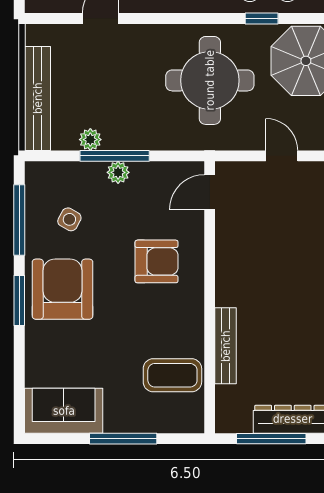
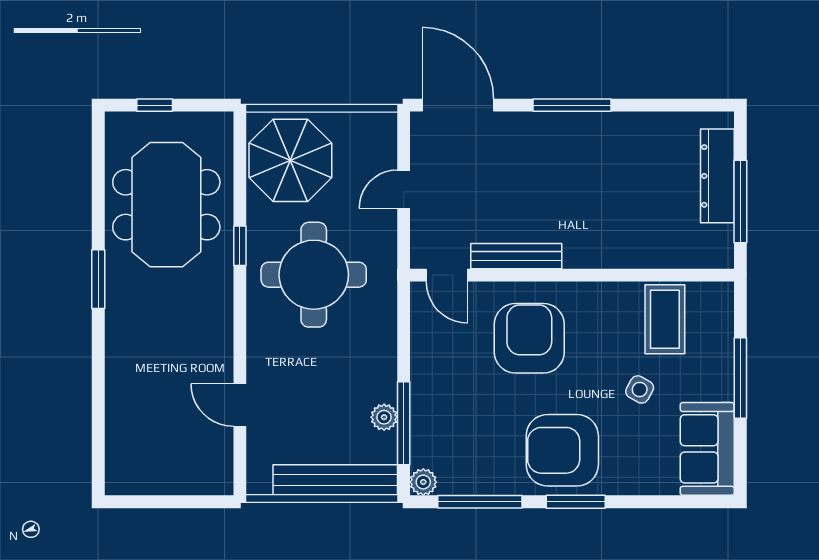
window: (262, 18) -> (240, 246), moved
window: (115, 156) -> (404, 423), moved
plant: (118, 172) -> (423, 482), moved
side table: (69, 219) -> (640, 389), moved
armchair: (157, 261) -> (529, 338), width x1.36, depth x1.36
bench: (226, 346) -> (516, 256), moved

